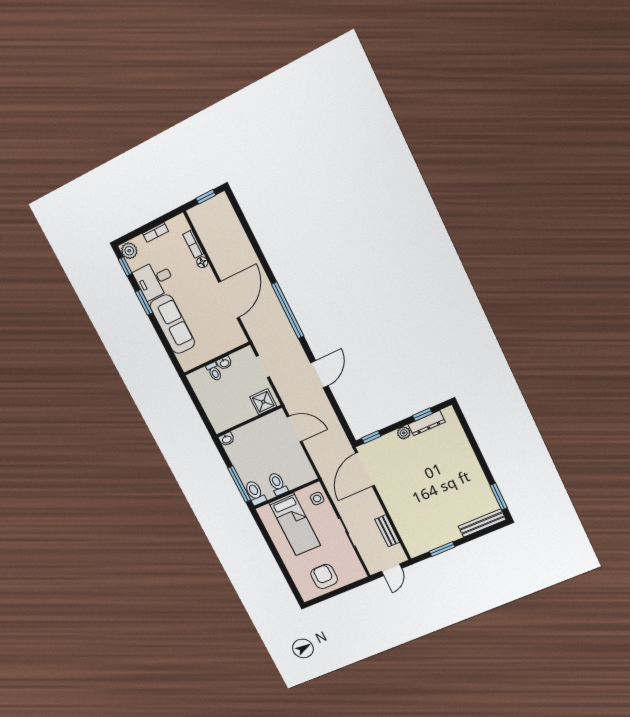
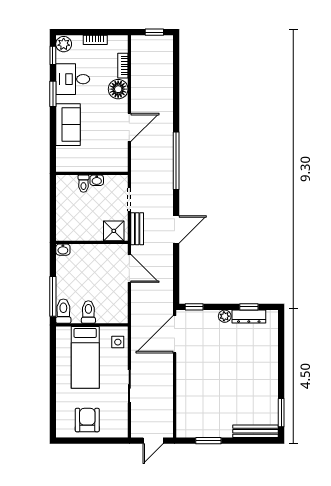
floor lamp: (202, 262) -> (118, 89), width x1.89, depth x1.89
door: (229, 300) -> (129, 127), width x0.73
sofa: (172, 324) -> (68, 125), width x0.73
bench: (387, 531) -> (137, 229), moved

